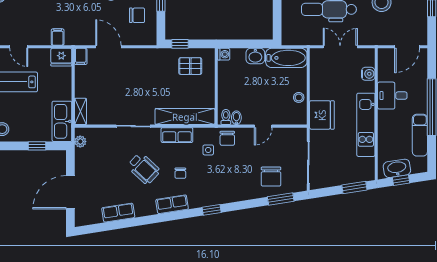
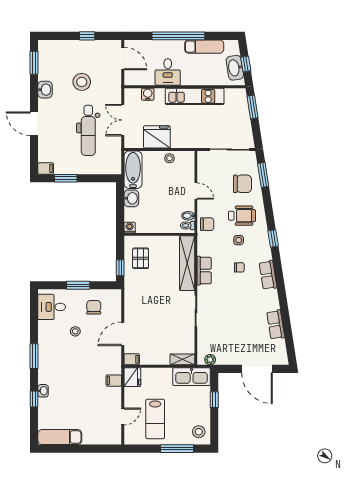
fridge: (322, 115) -> (157, 137), moved
side table: (208, 150) -> (239, 240), moved
wheelchair: (144, 169) -> (242, 216), moved, turned 47

